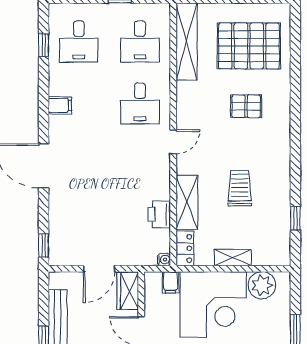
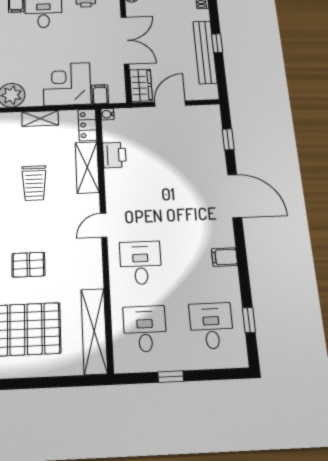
window: (44, 245) -> (228, 139), moved
corner desk: (213, 304) -> (67, 84), width x0.74, depth x0.74

